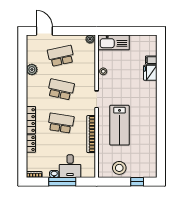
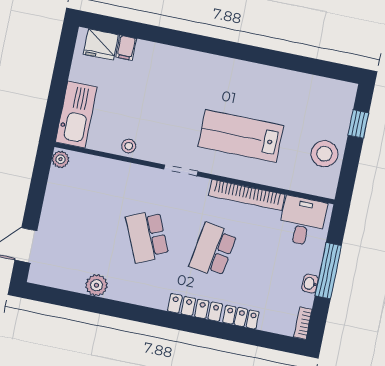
school desk: (61, 56) -> (81, 223), removed
fridge: (150, 73) -> (101, 44), moved
school desk: (61, 89) -> (147, 236), turned -36
lab bench: (119, 125) -> (241, 136), turned 180
desk: (70, 166) -> (303, 221), moved, turned -90

